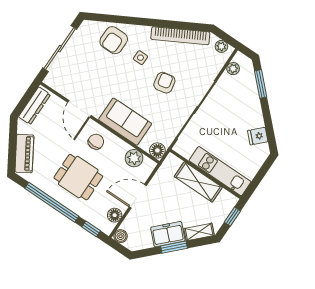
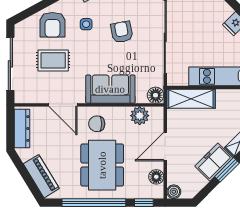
rug: (95, 69) -> (53, 60), added
chair: (96, 142) -> (97, 124), turned -90
dining table: (78, 177) -> (102, 165), width x1.38
shelving: (198, 182) -> (191, 99), moved

